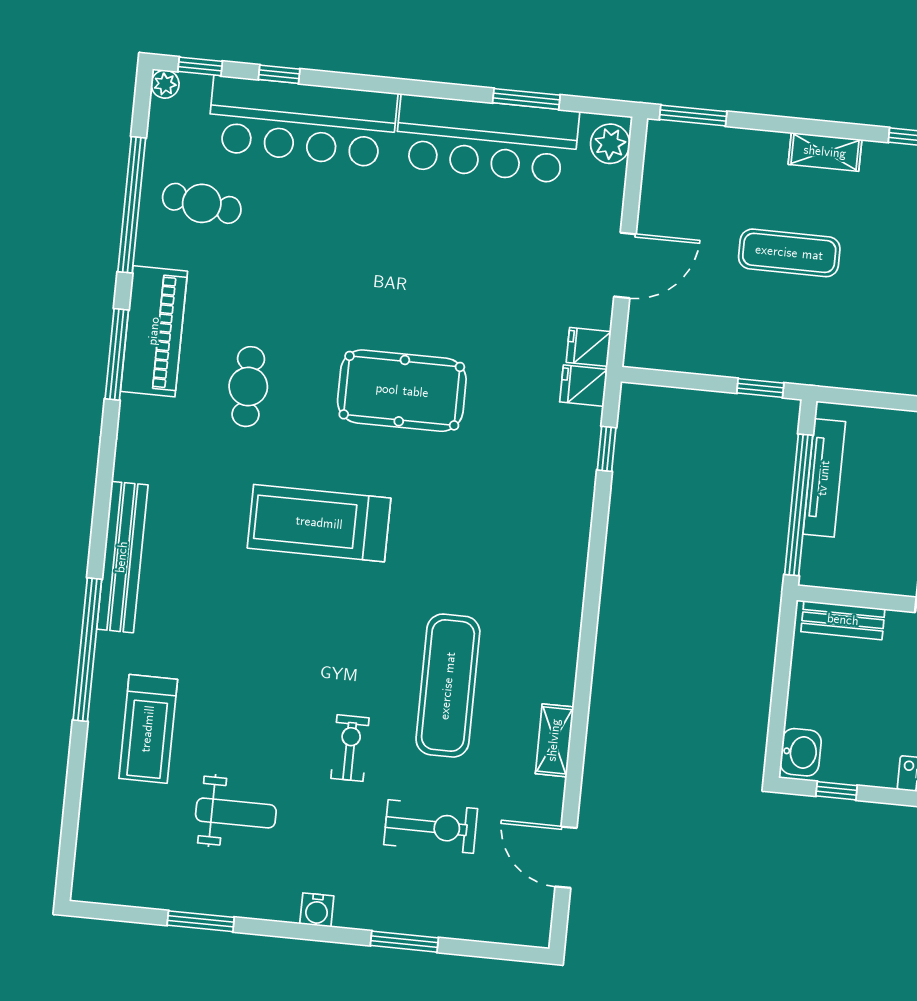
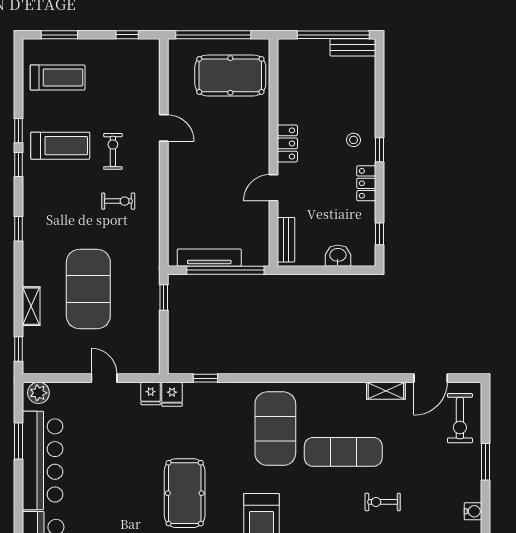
window: (693, 116) -> (19, 349), width x0.67
shelving: (825, 152) -> (31, 306), moved
exercise mat: (789, 253) -> (88, 289), width x2.00, depth x1.45
door: (625, 265) -> (104, 378), width x0.73
exercise mat: (502, 567) -> (275, 429), added
shelving: (554, 740) -> (386, 391), moved
washbasin: (801, 752) -> (338, 256), moved
exercise bike: (431, 827) -> (460, 418), moved, turned 180

